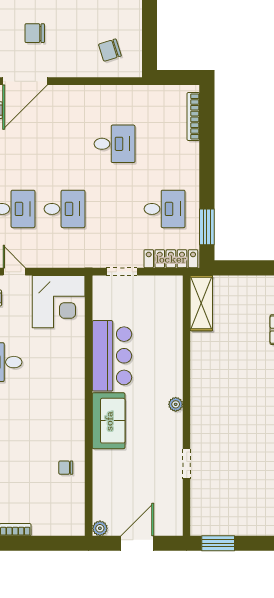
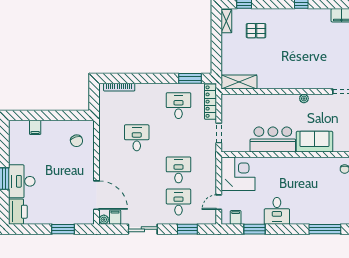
chair: (35, 33) -> (66, 189), removed

